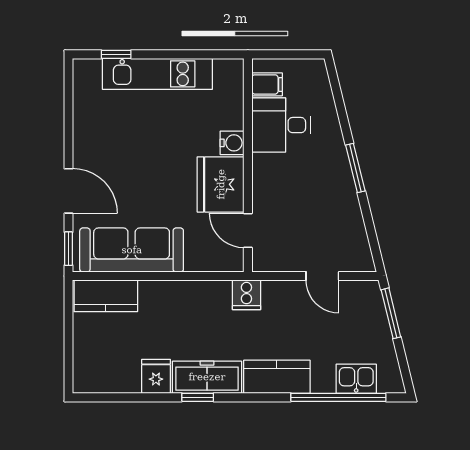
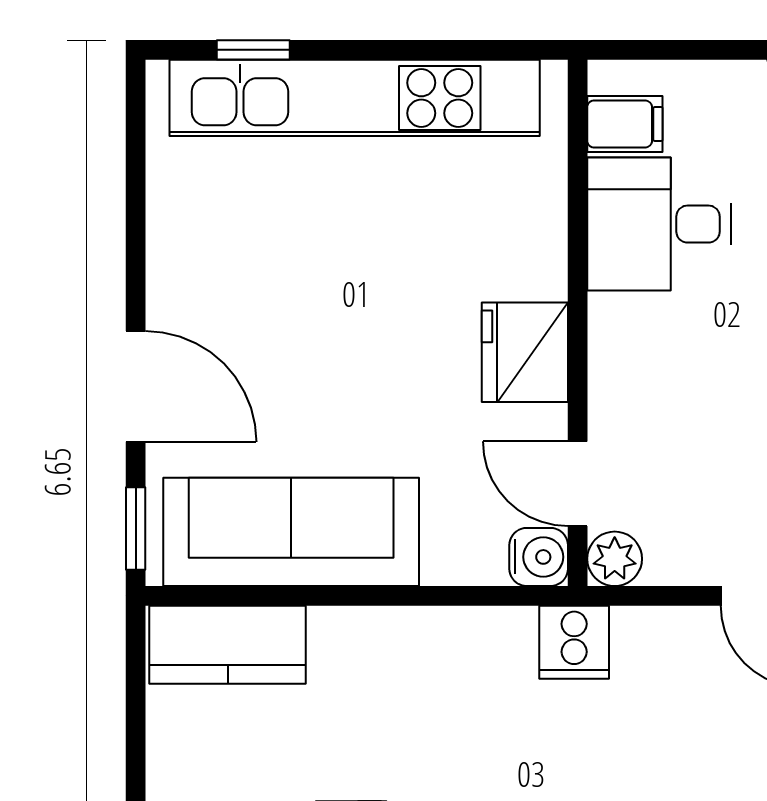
kitchen unit: (157, 74) -> (355, 98), width x1.36
water cooler: (232, 143) -> (539, 557), moved
fridge: (221, 184) -> (525, 352), width x0.73, depth x0.75
plant: (263, 261) -> (615, 559), added

